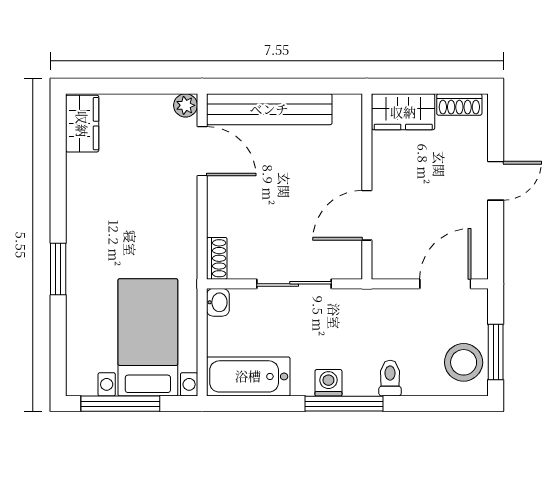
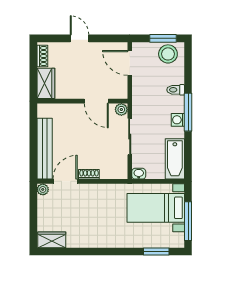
shoe rack: (217, 258) -> (89, 174), moved
plant: (350, 267) -> (121, 110), added
window: (58, 269) -> (156, 251), moved

